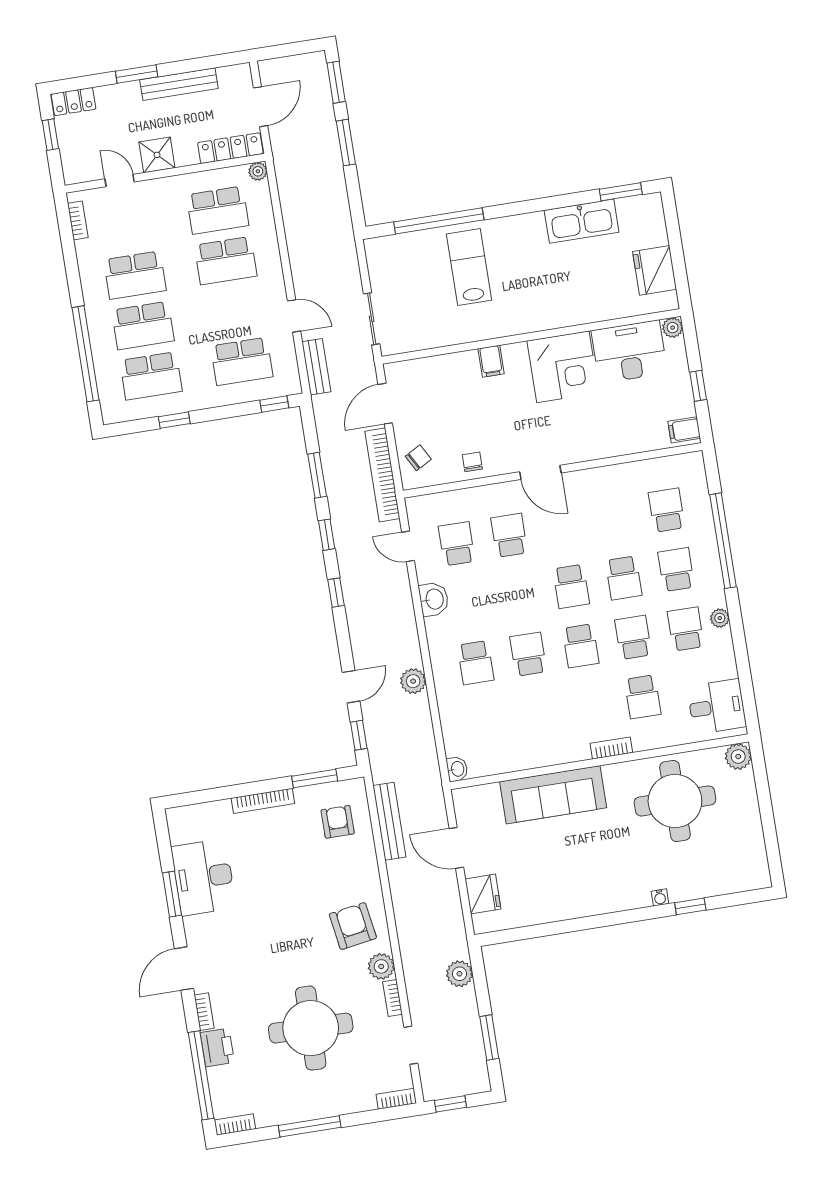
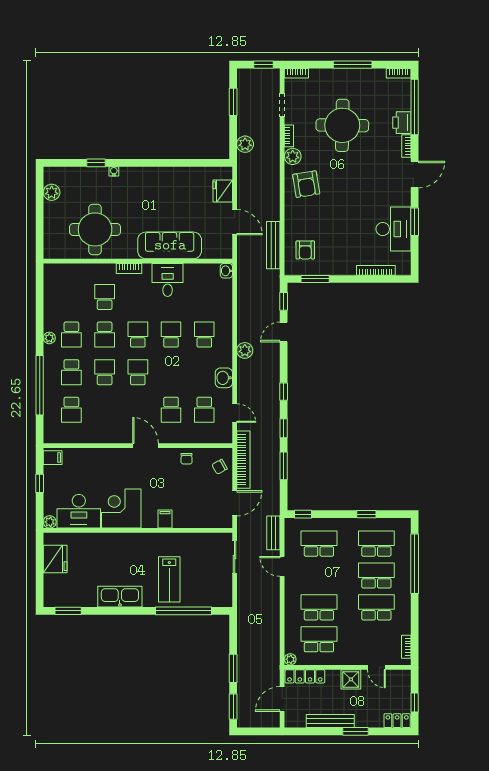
kitchen sink: (582, 221) -> (120, 597), moved
school desk: (528, 654) -> (171, 335), turned 180
plant: (413, 681) -> (245, 350), moved
desk: (717, 707) -> (168, 280), moved, turned 90
plant: (738, 757) -> (52, 192), moved
bookcase: (263, 801) -> (376, 270), moved

